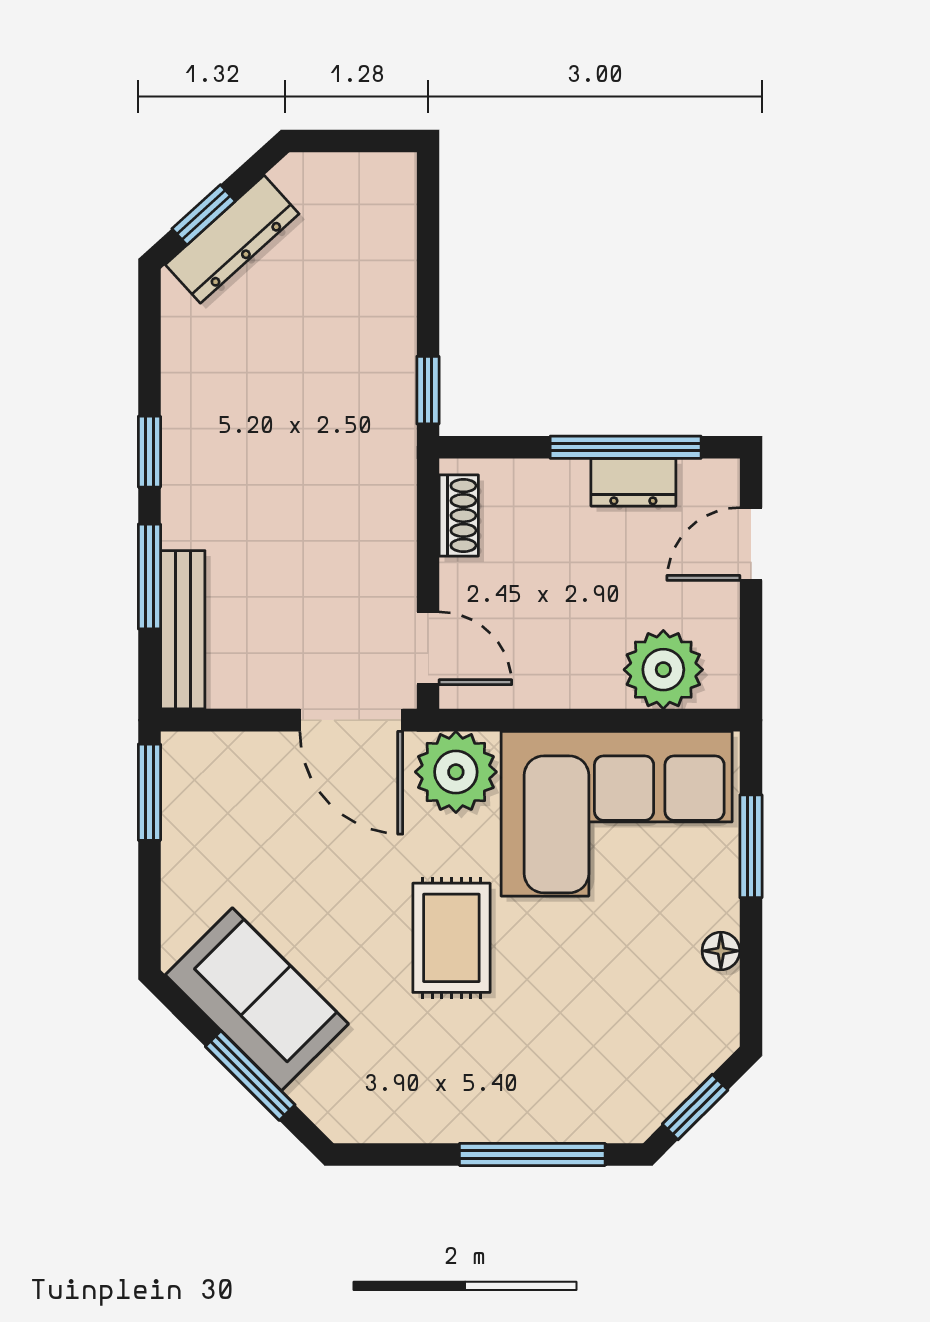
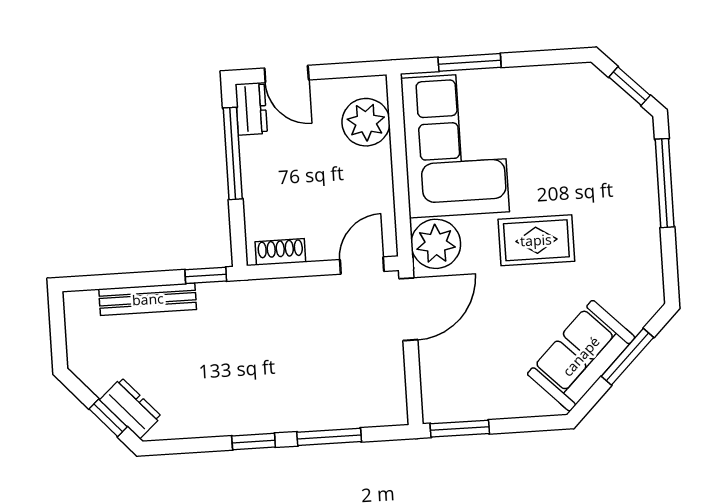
dresser: (232, 239) -> (131, 408), width x0.70
dresser: (633, 482) -> (251, 109), moved
bench: (183, 630) -> (148, 299), moved
floor lamp: (721, 951) -> (534, 77), removed

